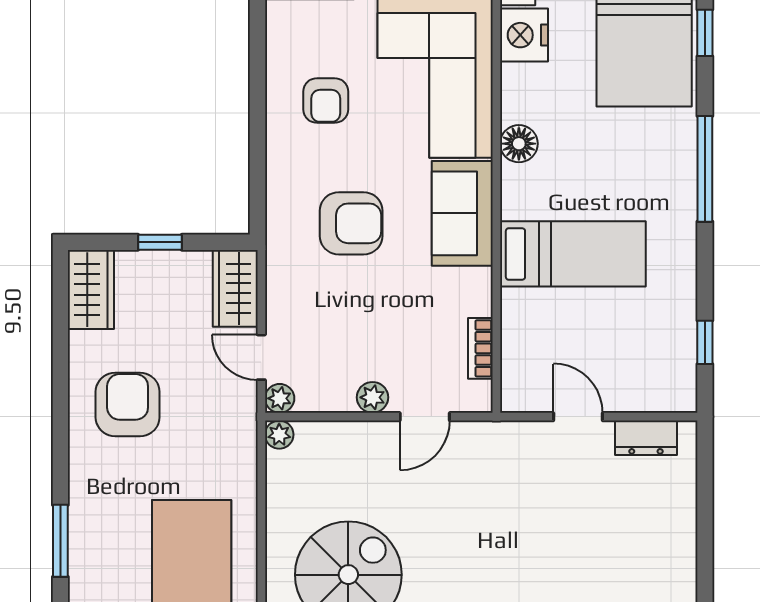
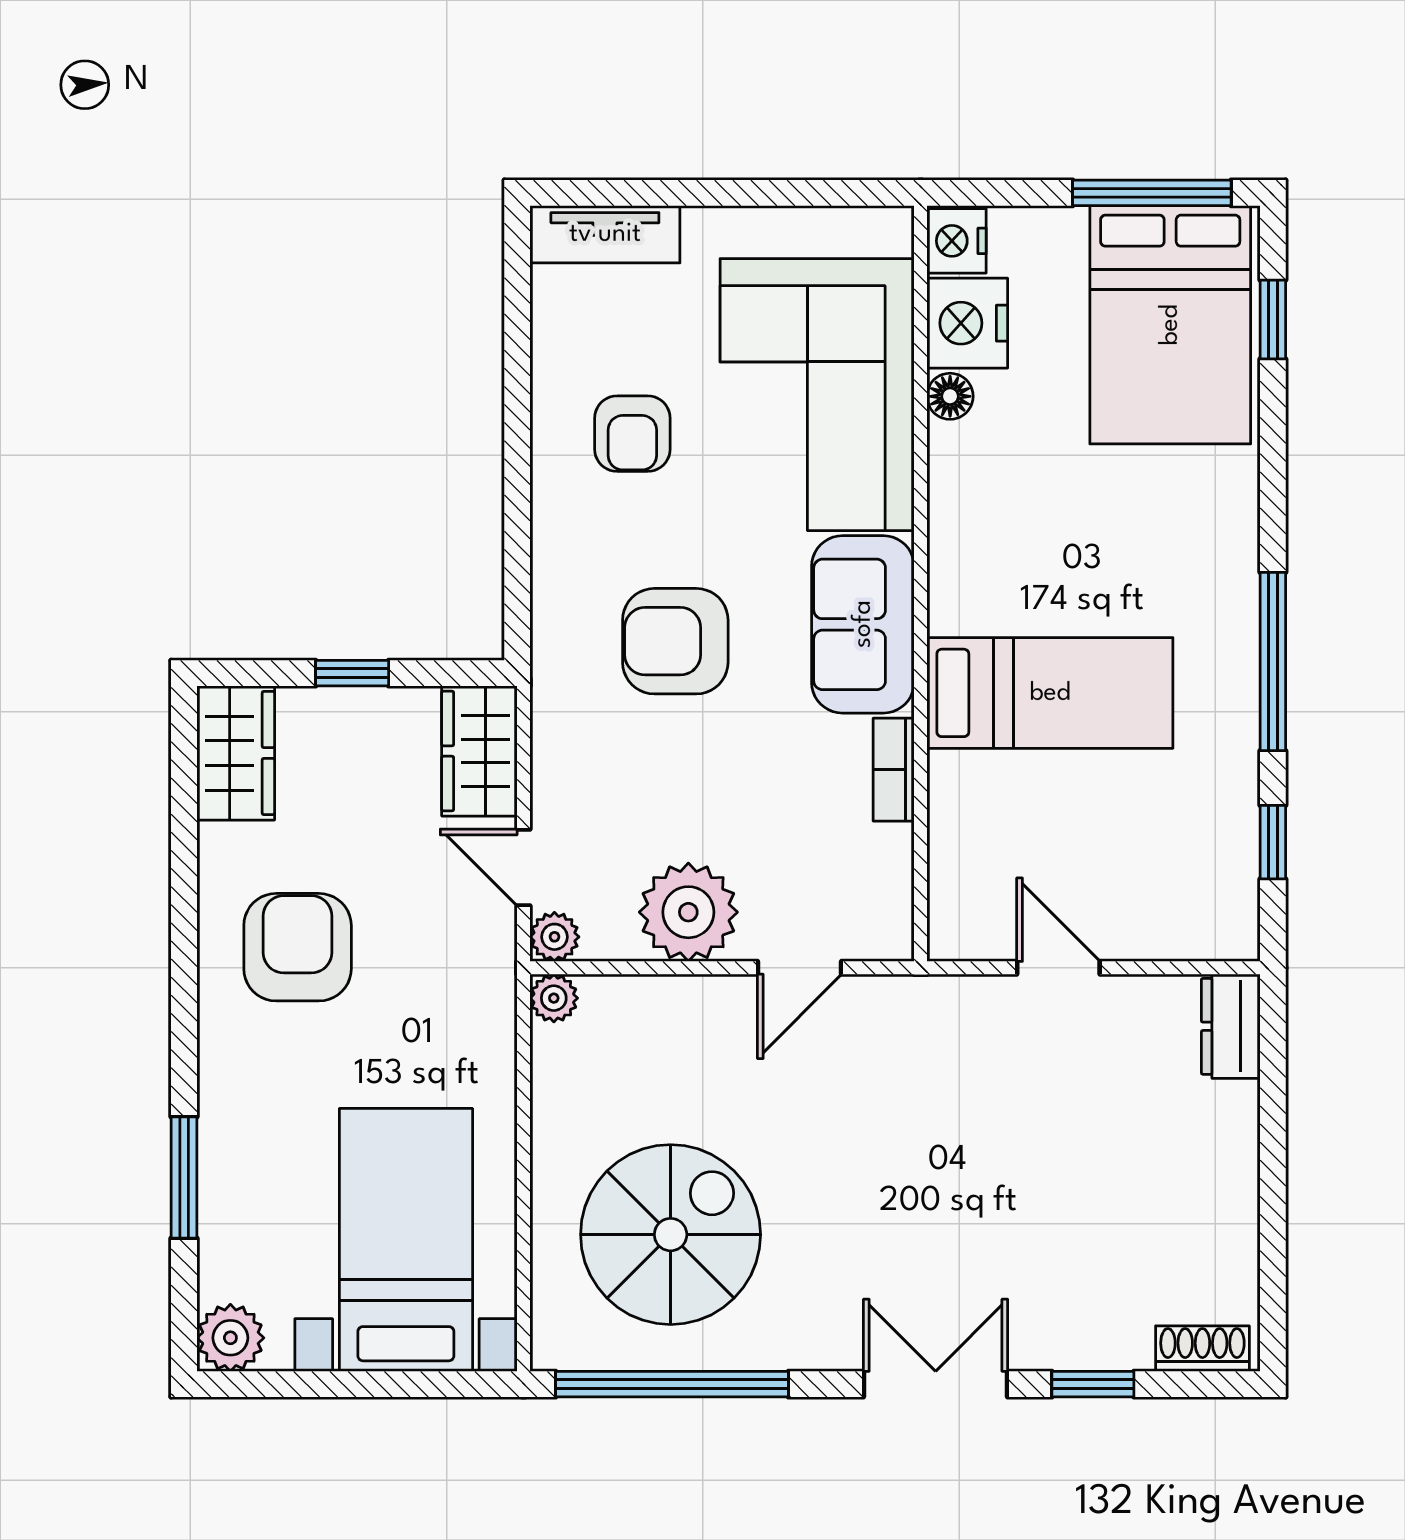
floor lamp: (519, 144) -> (950, 396), moved, width x0.73, depth x0.73
window: (705, 169) -> (1273, 662), moved
armchair: (351, 223) -> (675, 641), turned 180
bookcase: (480, 348) -> (894, 770), moved
plant: (372, 397) -> (688, 912), width x1.87, depth x1.87
dresser: (646, 438) -> (1231, 1026), moved, turned 90

